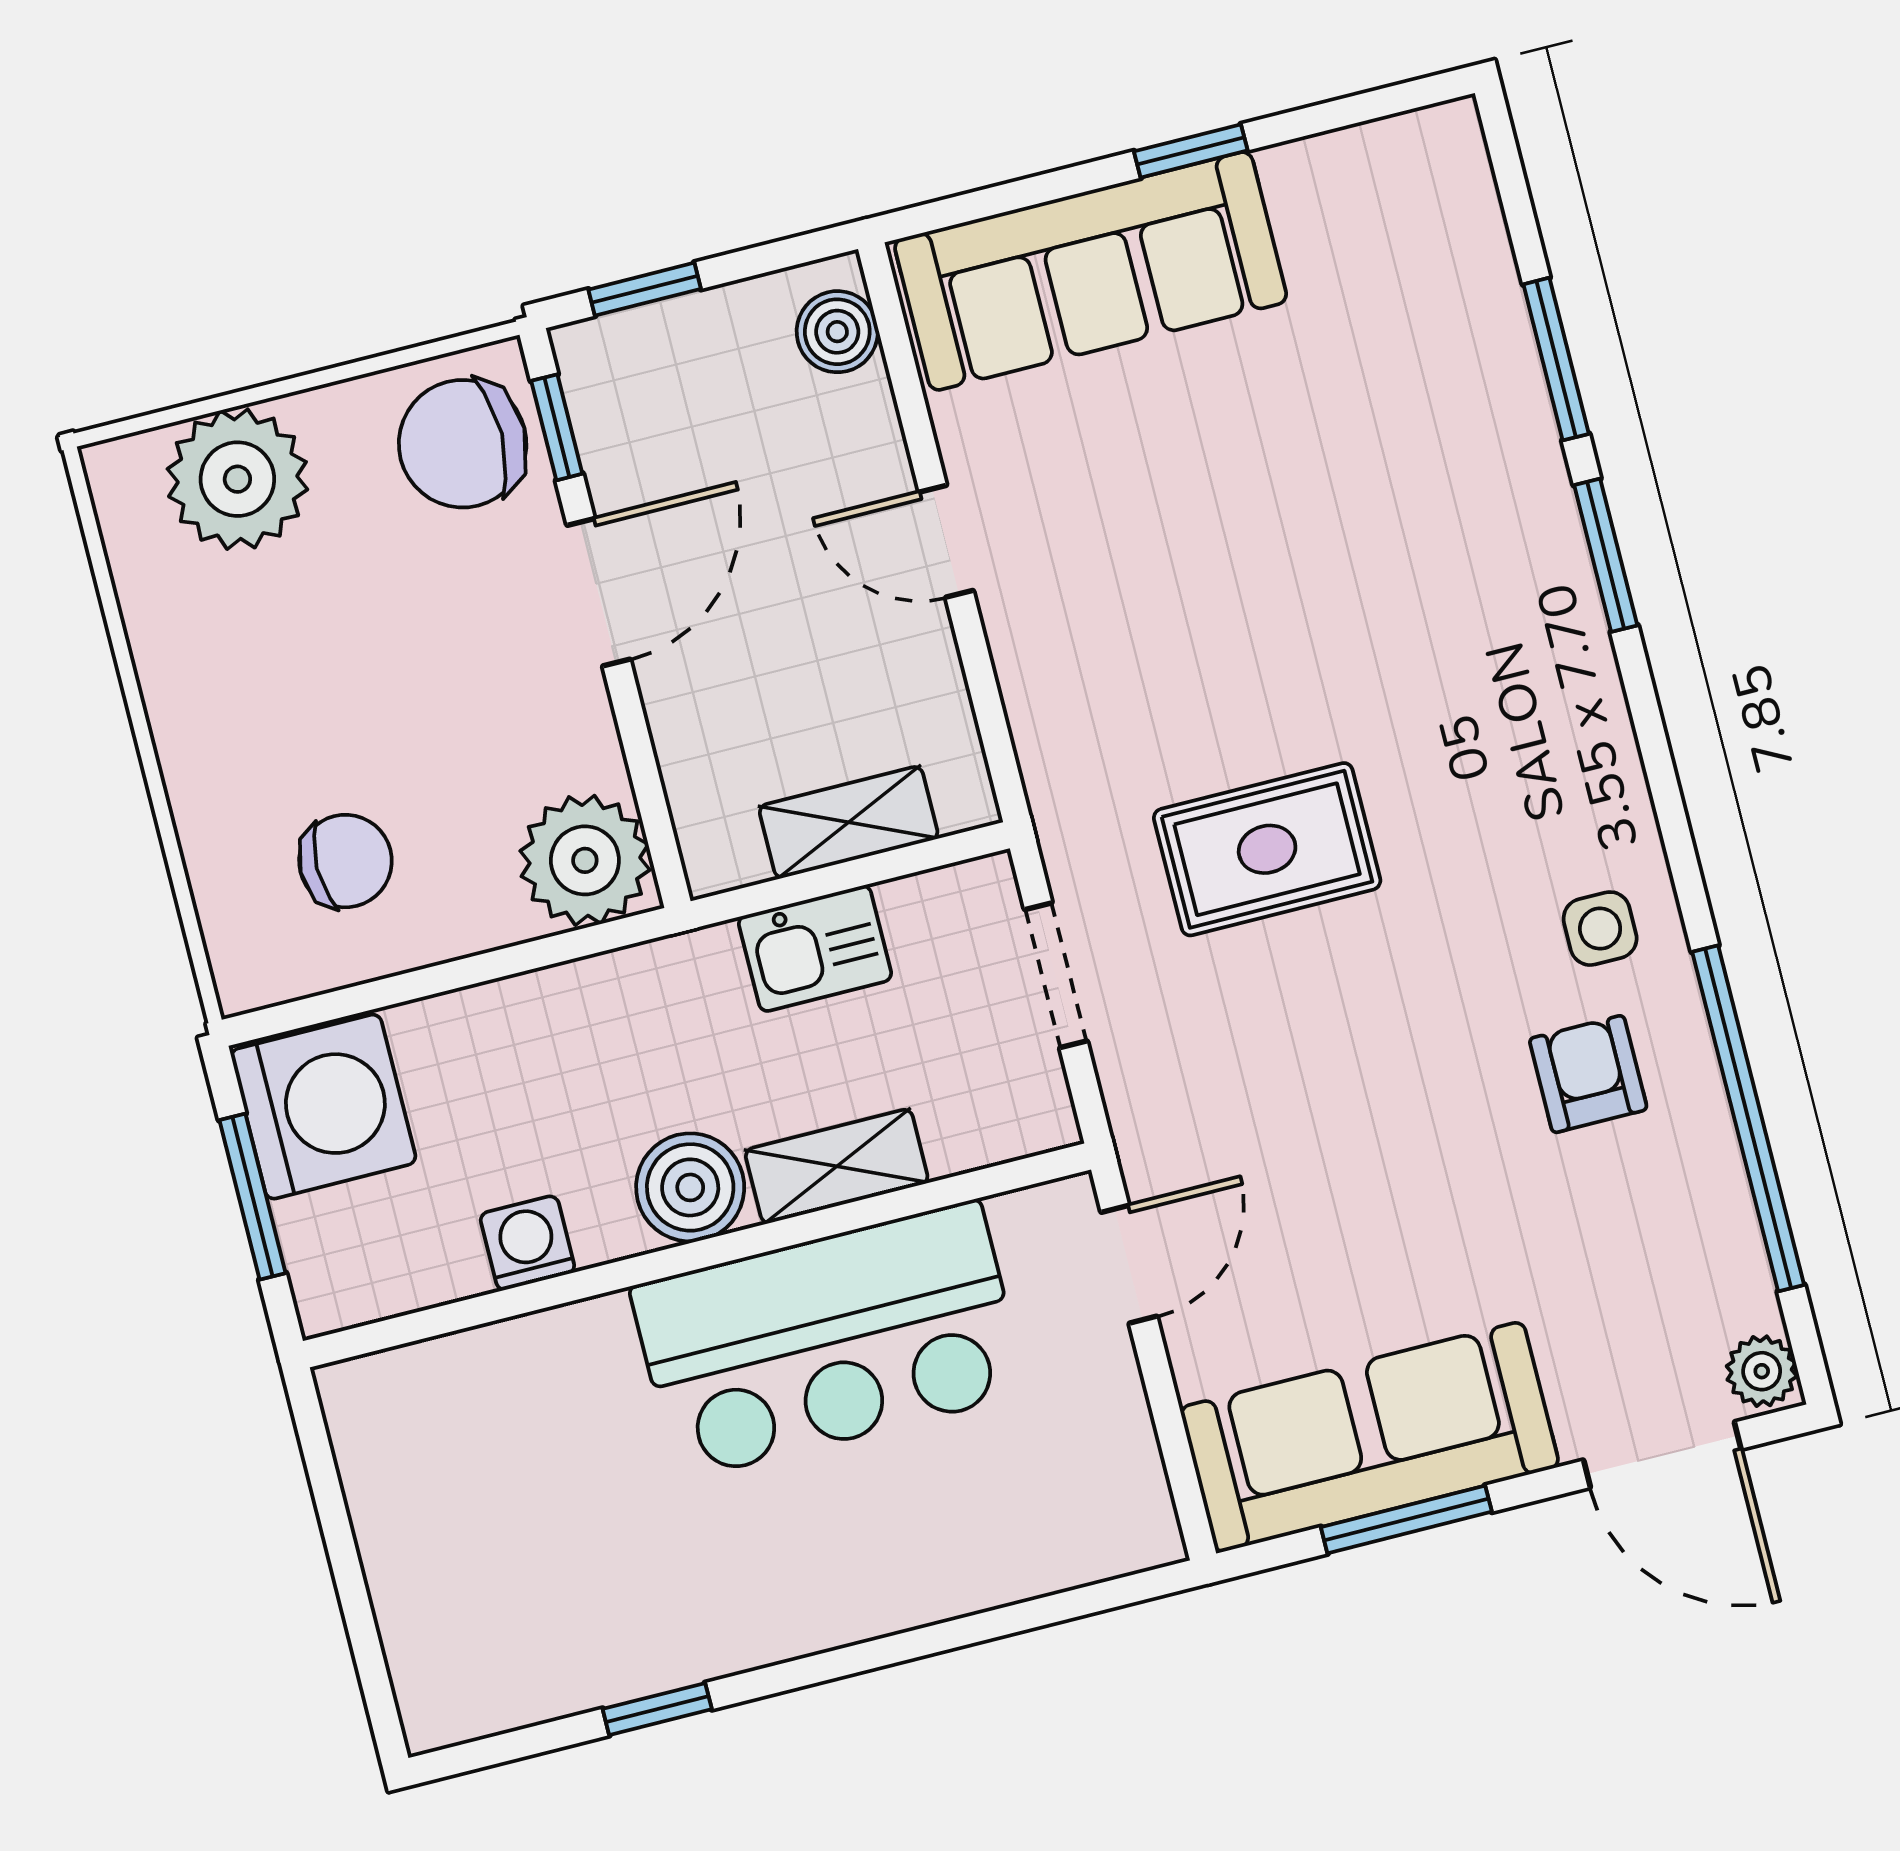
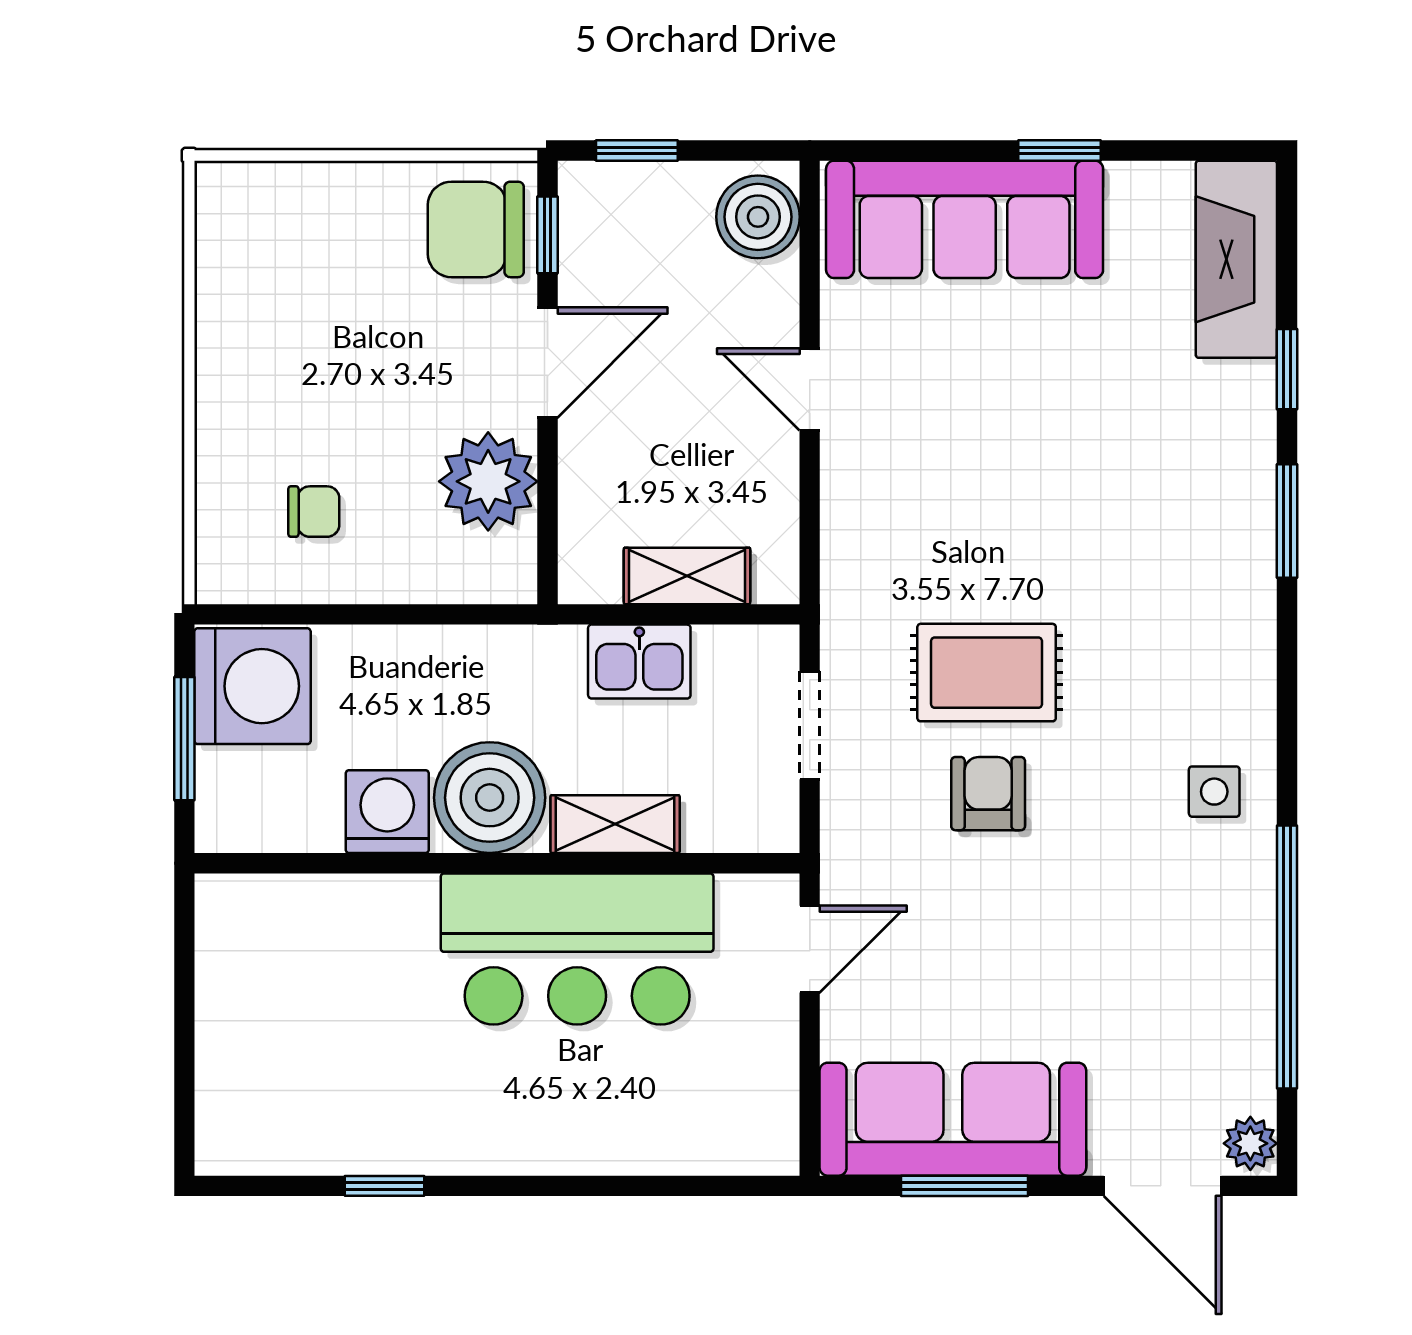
fireplace: (1455, 234) -> (1236, 259), added
boiler: (837, 332) -> (758, 217), width x1.36, depth x1.36
window: (1556, 359) -> (1287, 369), width x0.67
plant: (237, 479) -> (306, 214), removed
plant: (585, 860) -> (488, 481), moved
chair: (345, 861) -> (314, 512), width x0.73, depth x0.73
armchair: (1588, 1074) -> (988, 794), moved
boiler: (690, 1187) -> (490, 798), width x1.37, depth x1.37
washing machine: (527, 1243) -> (387, 812), width x1.38, depth x1.38

